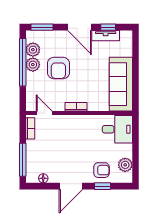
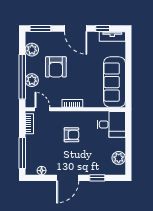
tv unit: (106, 36) -> (112, 36), moved
window: (23, 62) -> (22, 77), moved
plant: (33, 65) -> (32, 80), moved
armchair: (101, 170) -> (71, 135), moved

